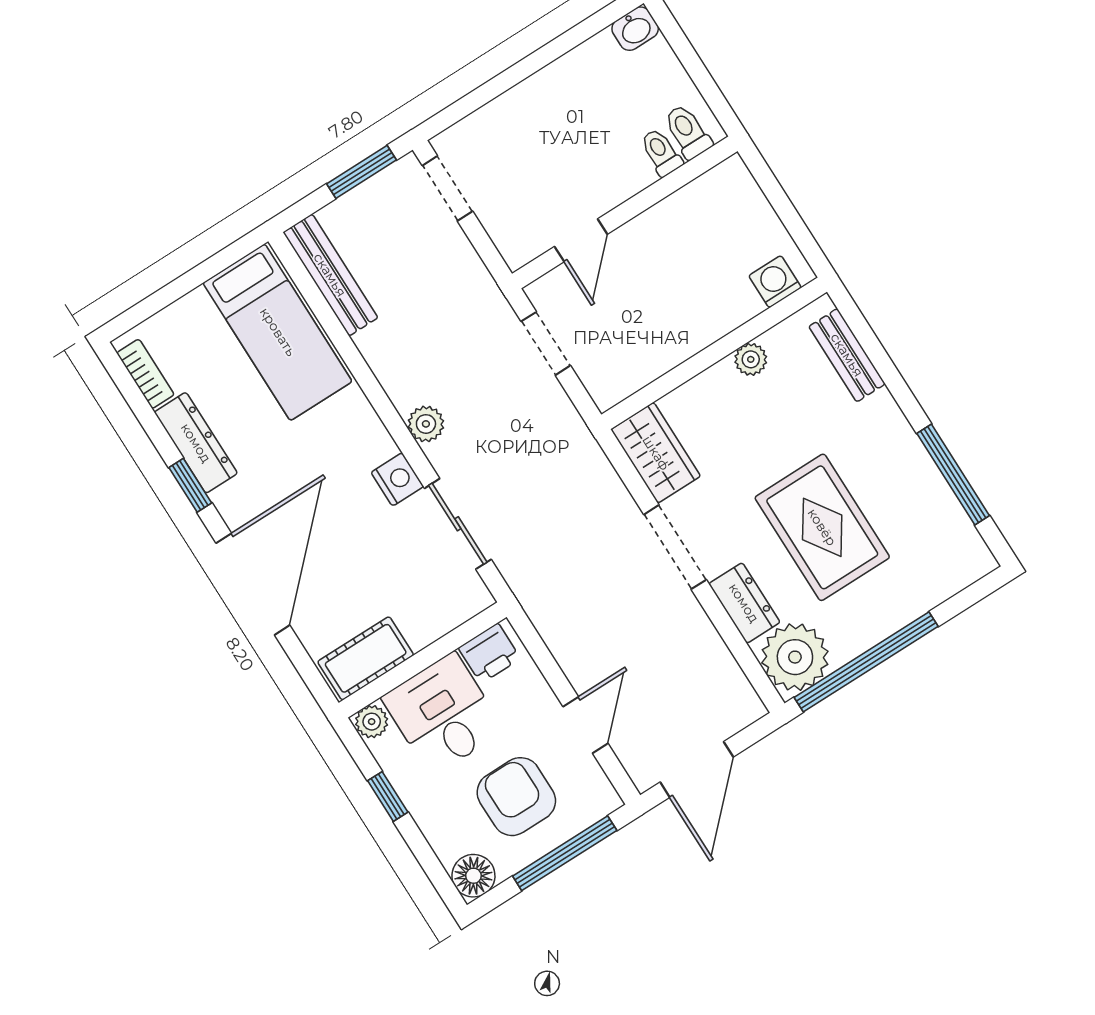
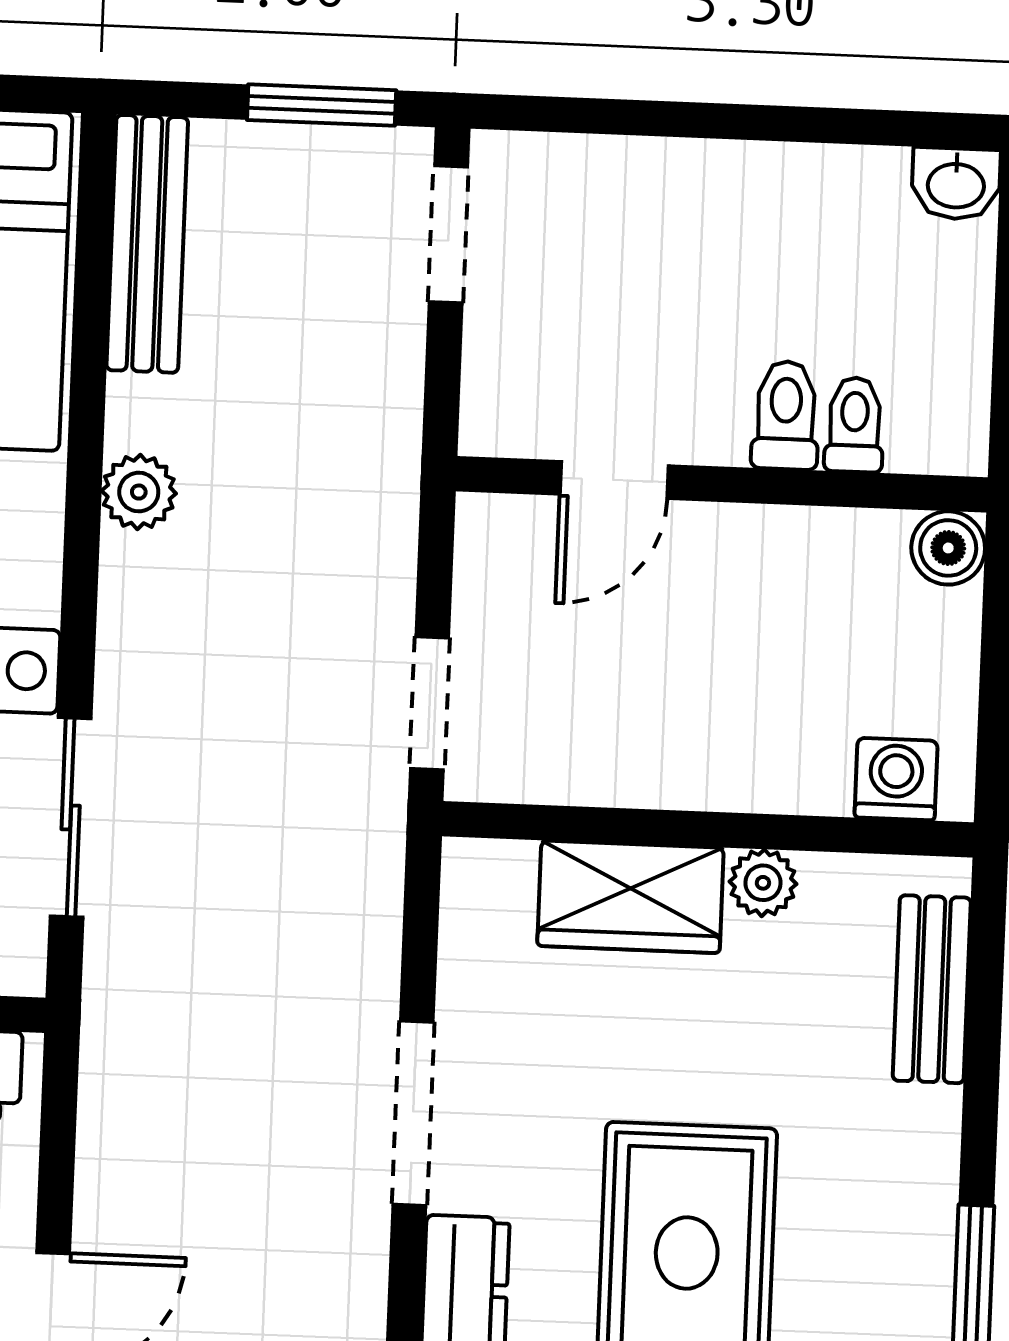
toilet: (688, 132) -> (786, 415), moved
boiler: (732, 175) -> (948, 548), added
doorway: (546, 343) -> (430, 703), moved
plant: (426, 424) -> (139, 492), moved
wardrobe: (656, 453) -> (630, 897), moved, turned 90

